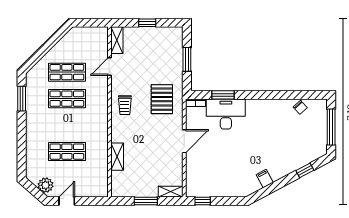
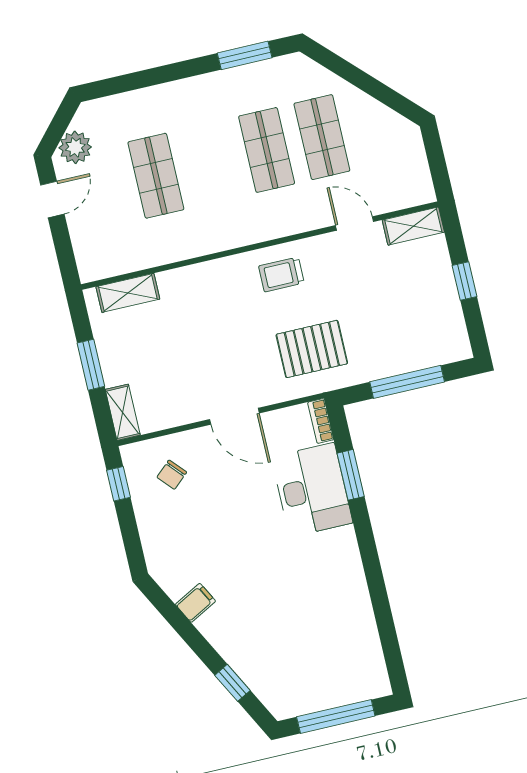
window: (187, 59) -> (407, 382), width x1.44
chair: (300, 107) -> (172, 475), moved
shelving: (117, 157) -> (128, 293), moved
door: (67, 201) -> (52, 199), hinge flipped

